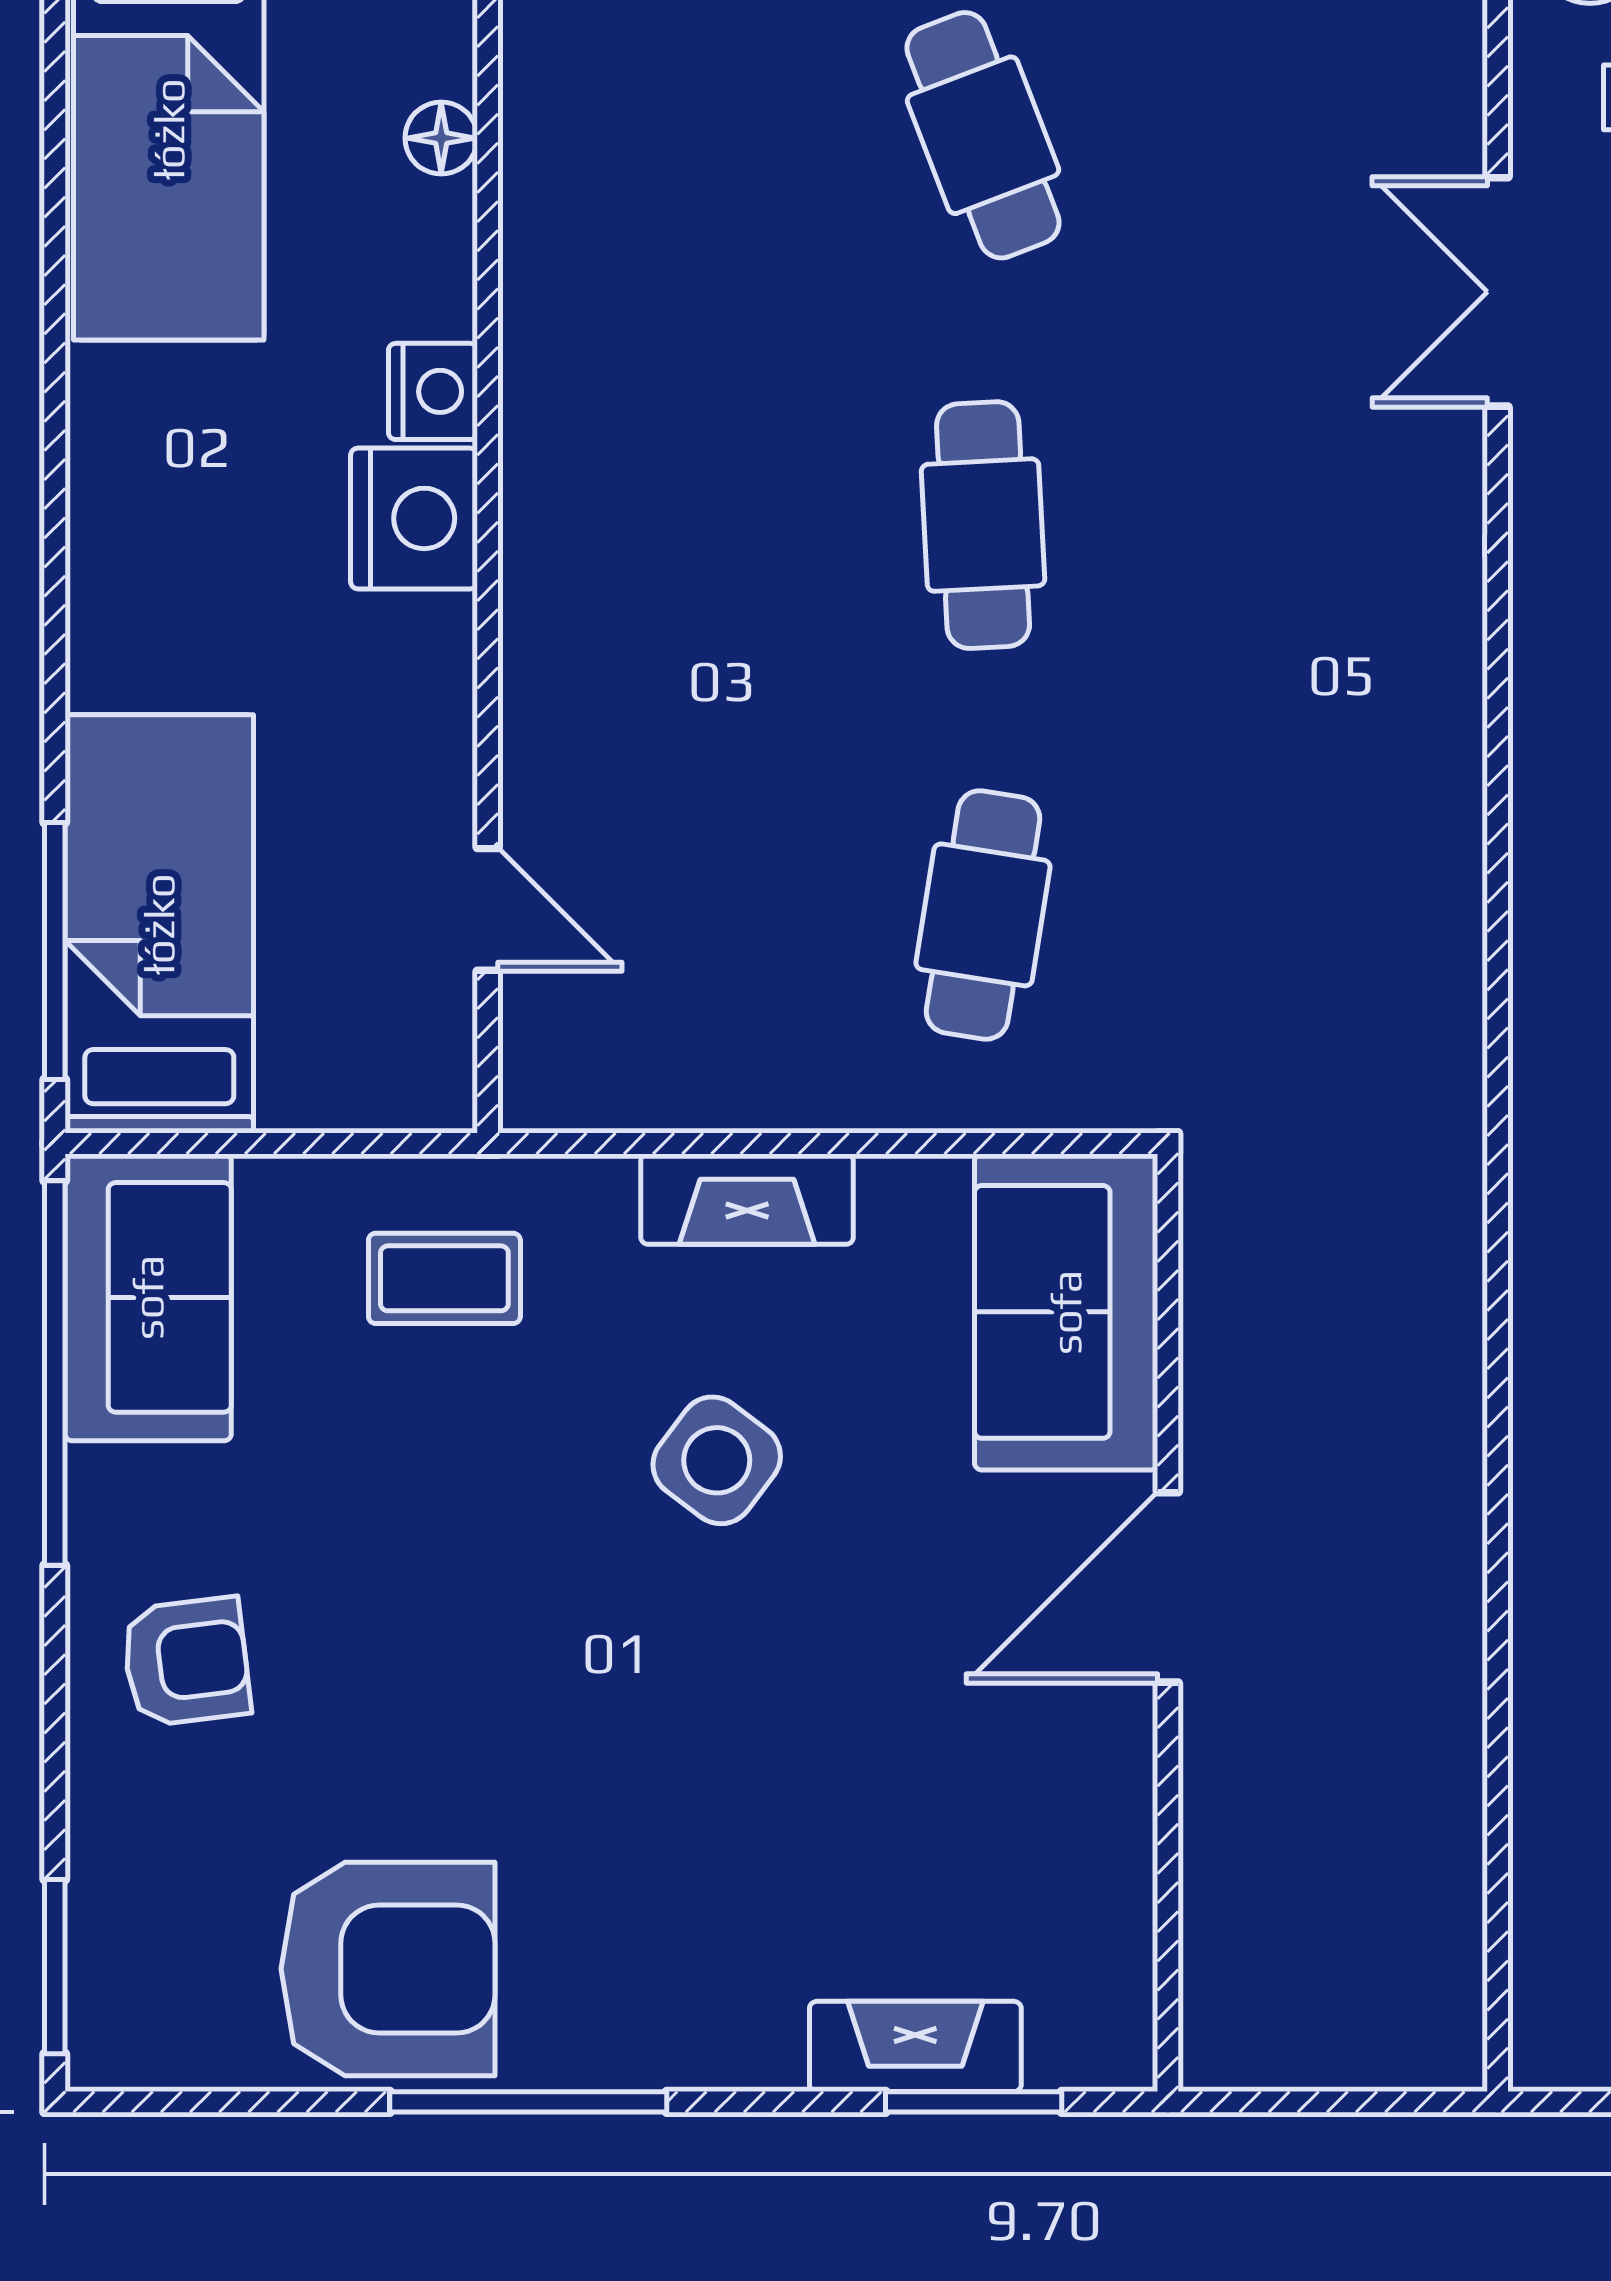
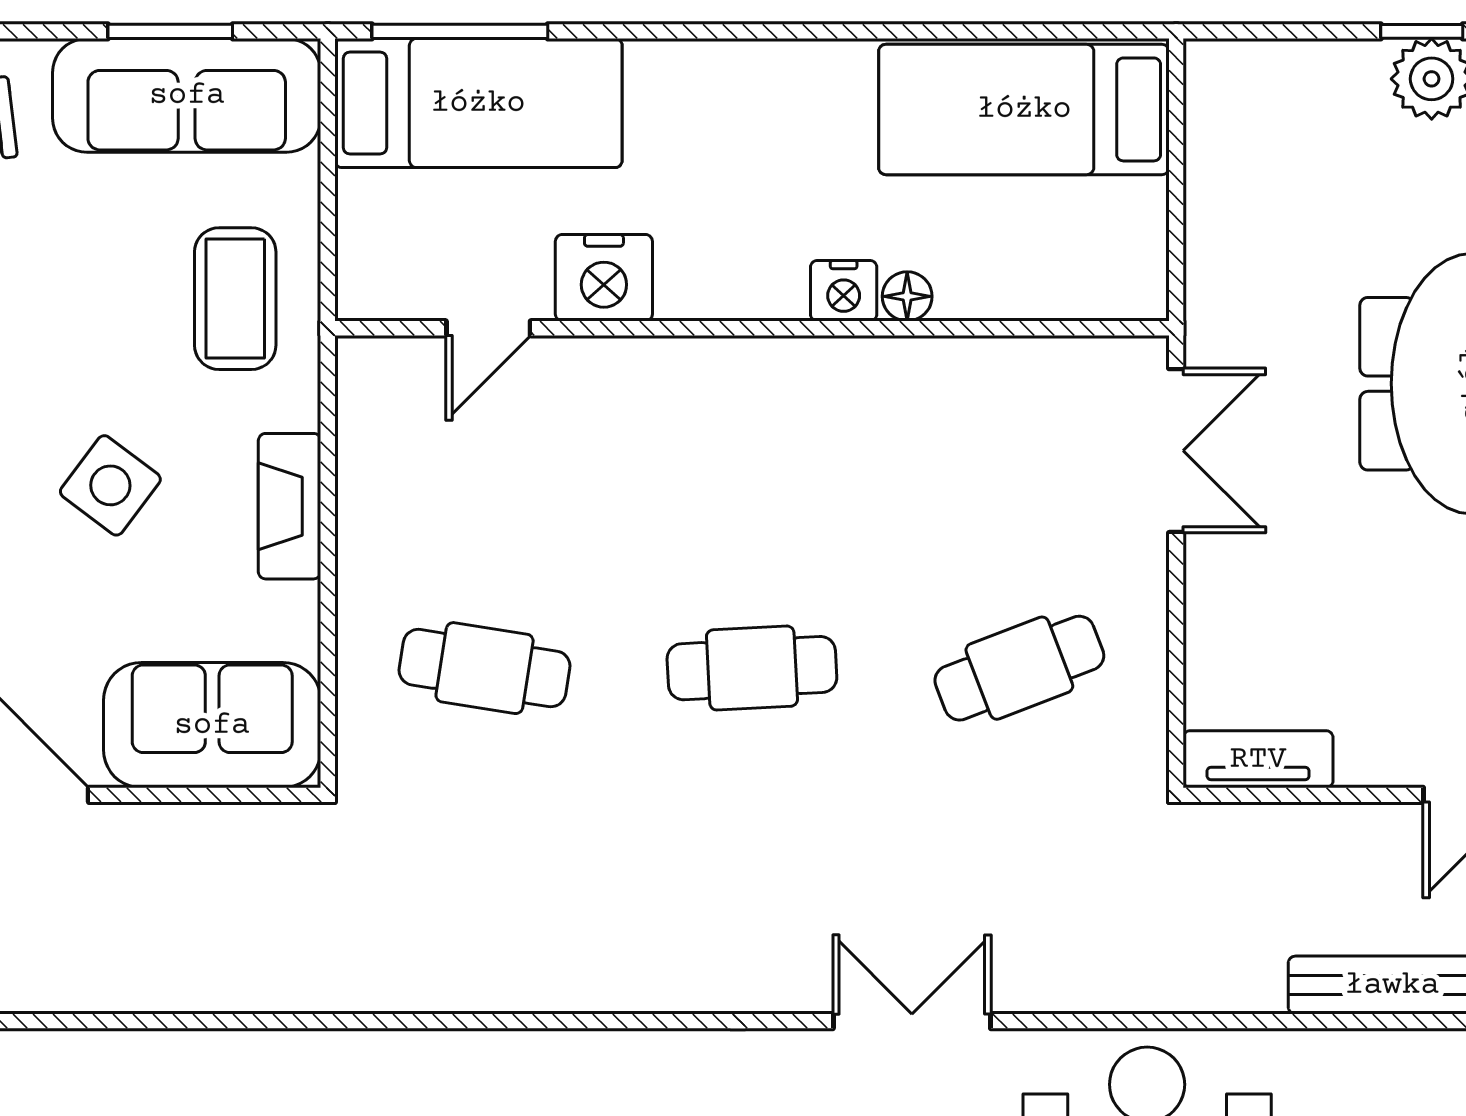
floor lamp: (441, 138) -> (907, 296), moved
nightstand: (414, 518) -> (604, 278), moved
coffee table: (444, 1278) -> (235, 299), width x1.36, depth x1.30
sofa: (148, 1297) -> (187, 95), width x1.36
window: (55, 1373) -> (170, 31), width x0.47

